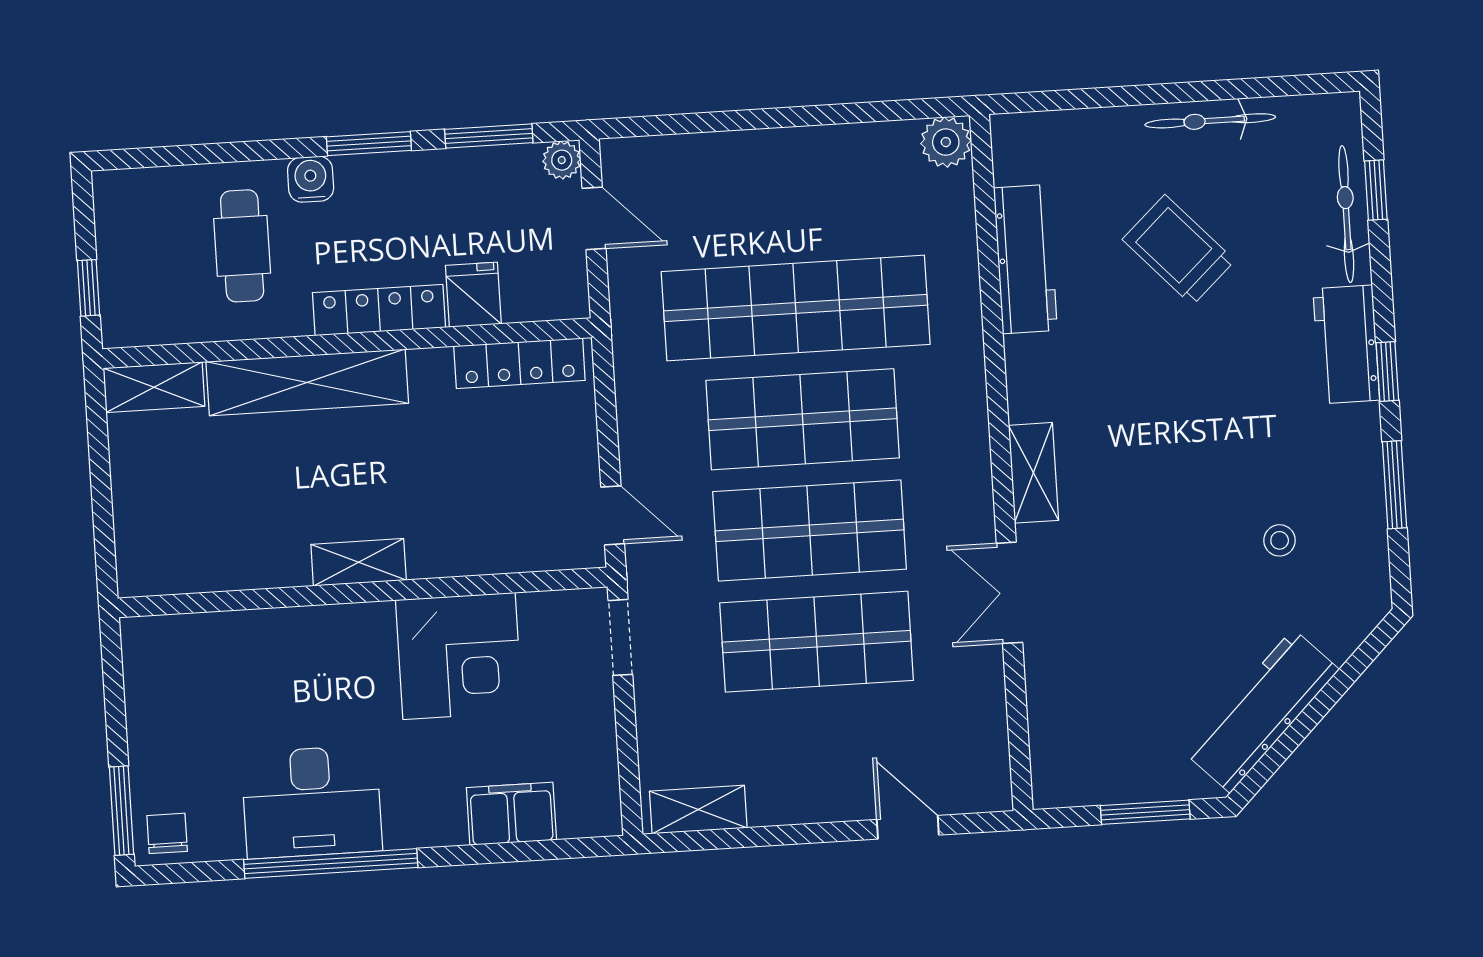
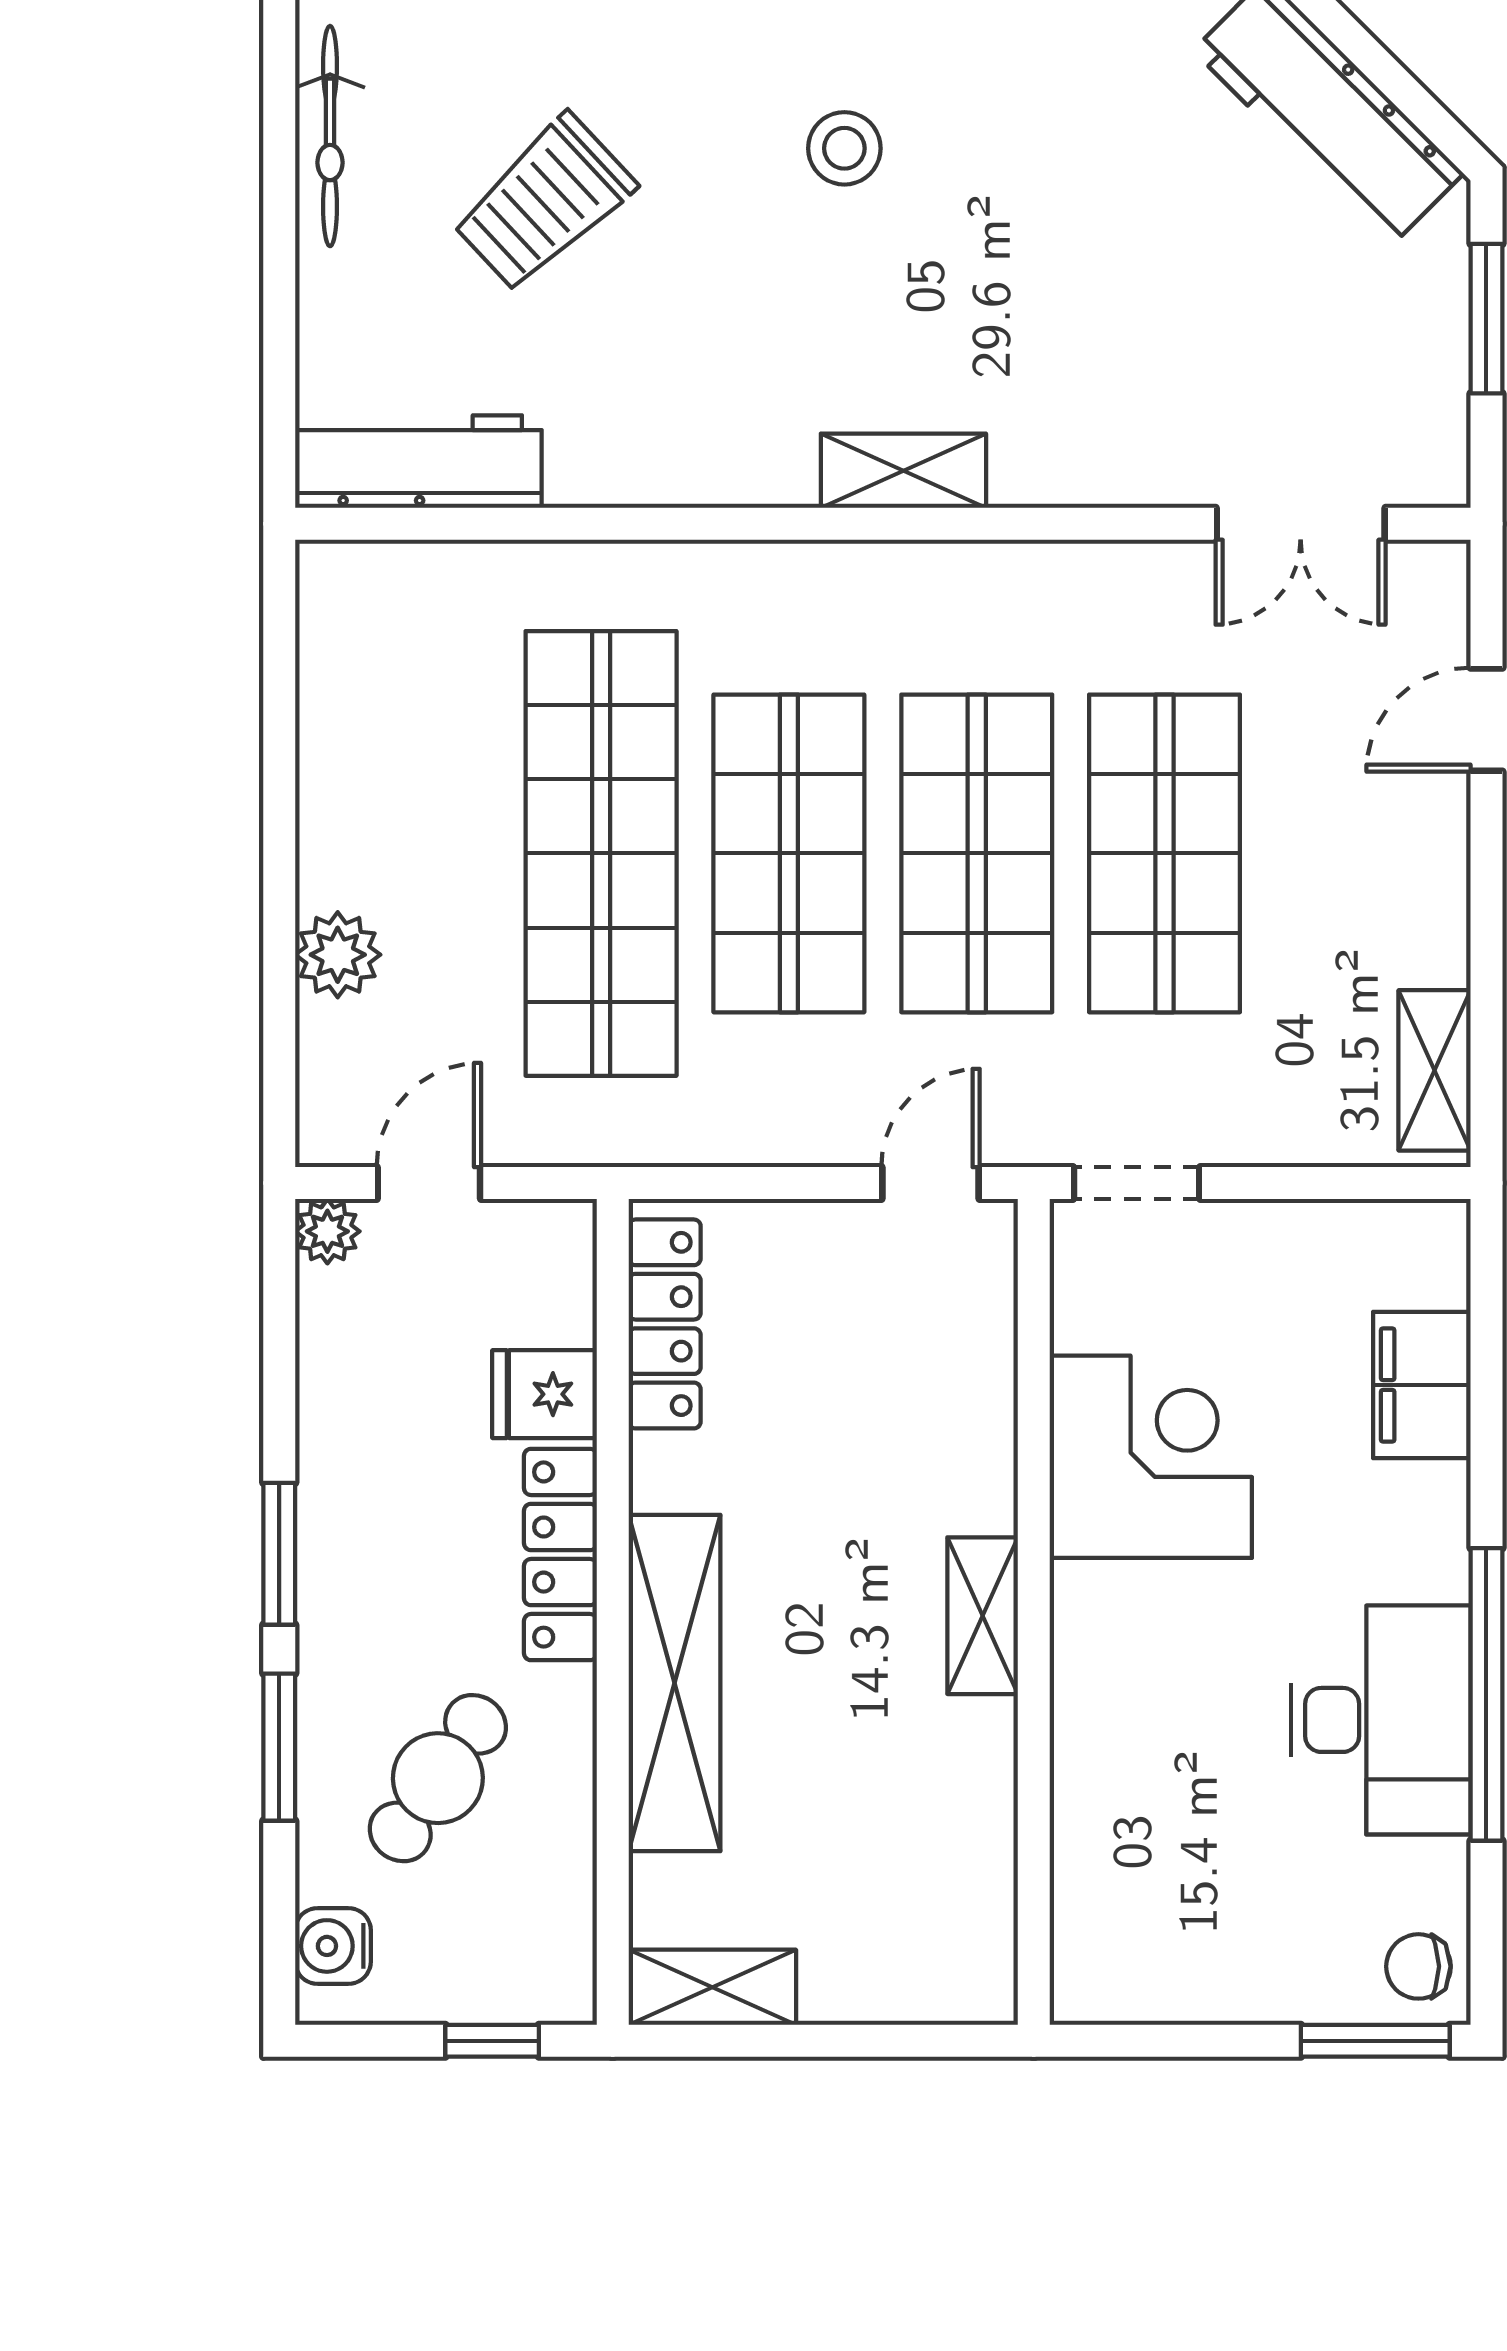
window: (489, 136) -> (279, 1747), moved
plant: (946, 142) -> (338, 955), moved
water cooler: (311, 179) -> (333, 1946), moved
cafe table: (242, 246) -> (438, 1778), turned -55
workbench: (1025, 259) -> (418, 462), moved
shelving: (154, 387) -> (712, 1987), moved, turned 90
stool: (1280, 540) -> (844, 148), moved, width x1.37, depth x1.37
double door: (1009, 593) -> (1301, 524), moved

